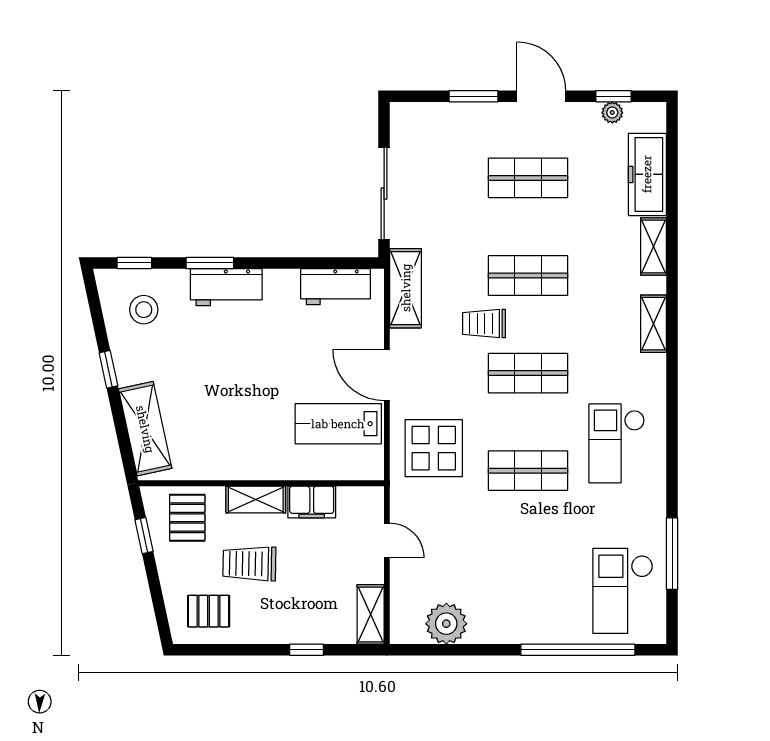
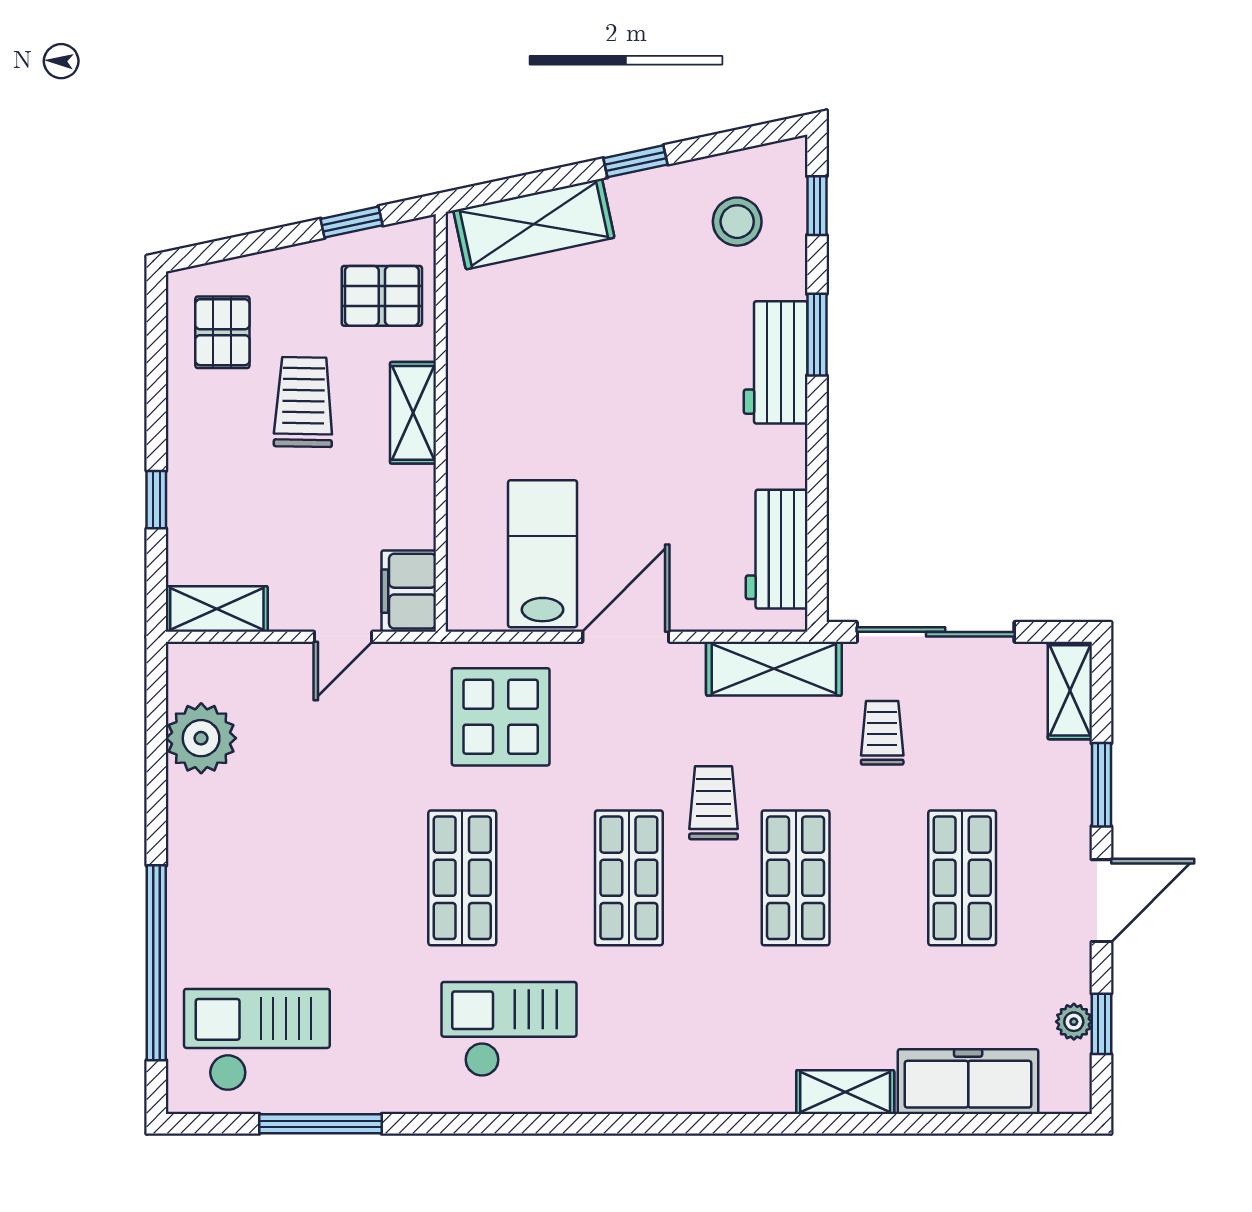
trolley: (443, 225) -> (882, 733), added
shelving: (653, 324) -> (1070, 690), moved, turned 90
filing cabinet: (312, 502) -> (409, 591), moved

